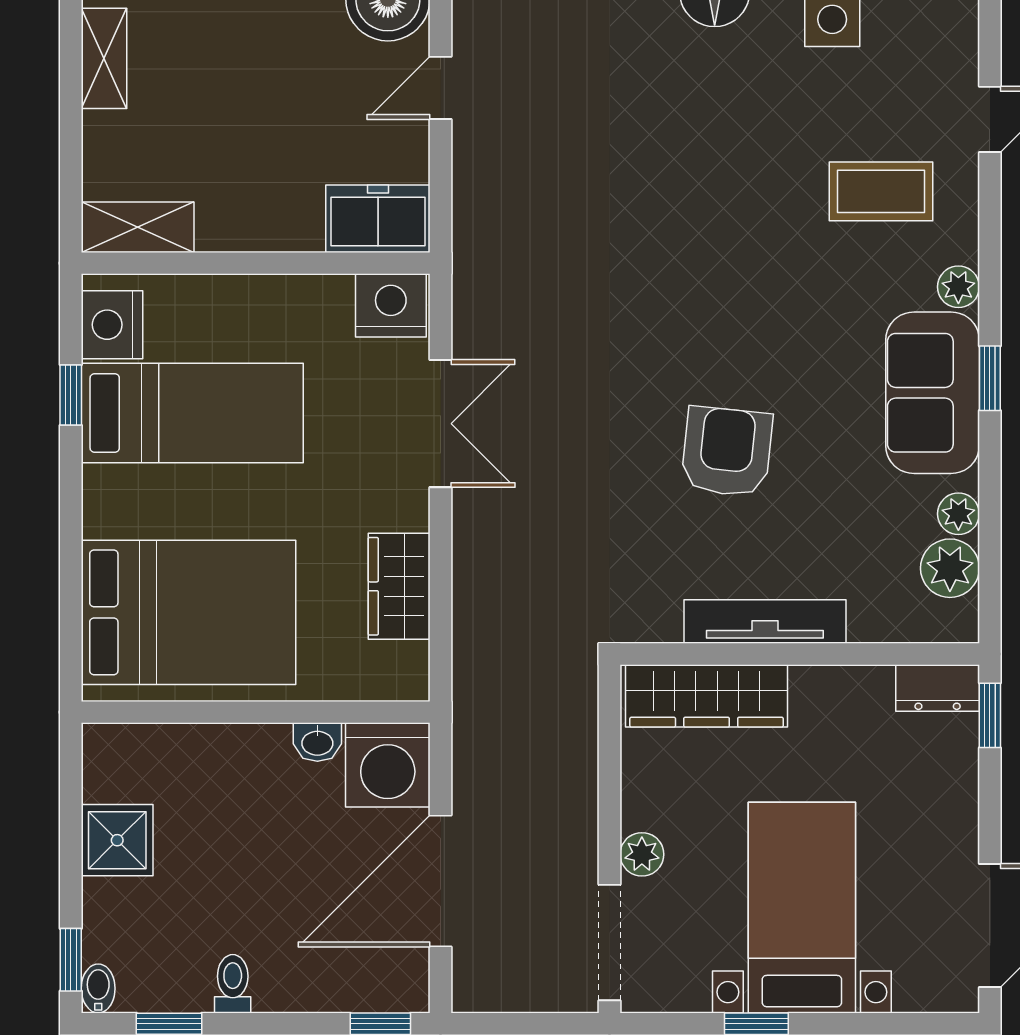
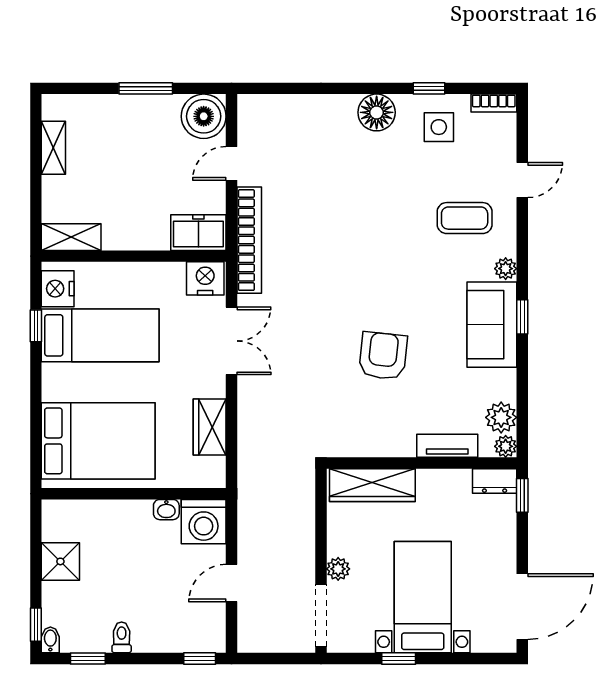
bookcase: (474, 233) -> (249, 240), added
plant: (958, 514) -> (506, 446), moved
tv unit: (765, 622) -> (447, 446), moved, width x0.71
door: (441, 881) -> (232, 583), width x0.53

